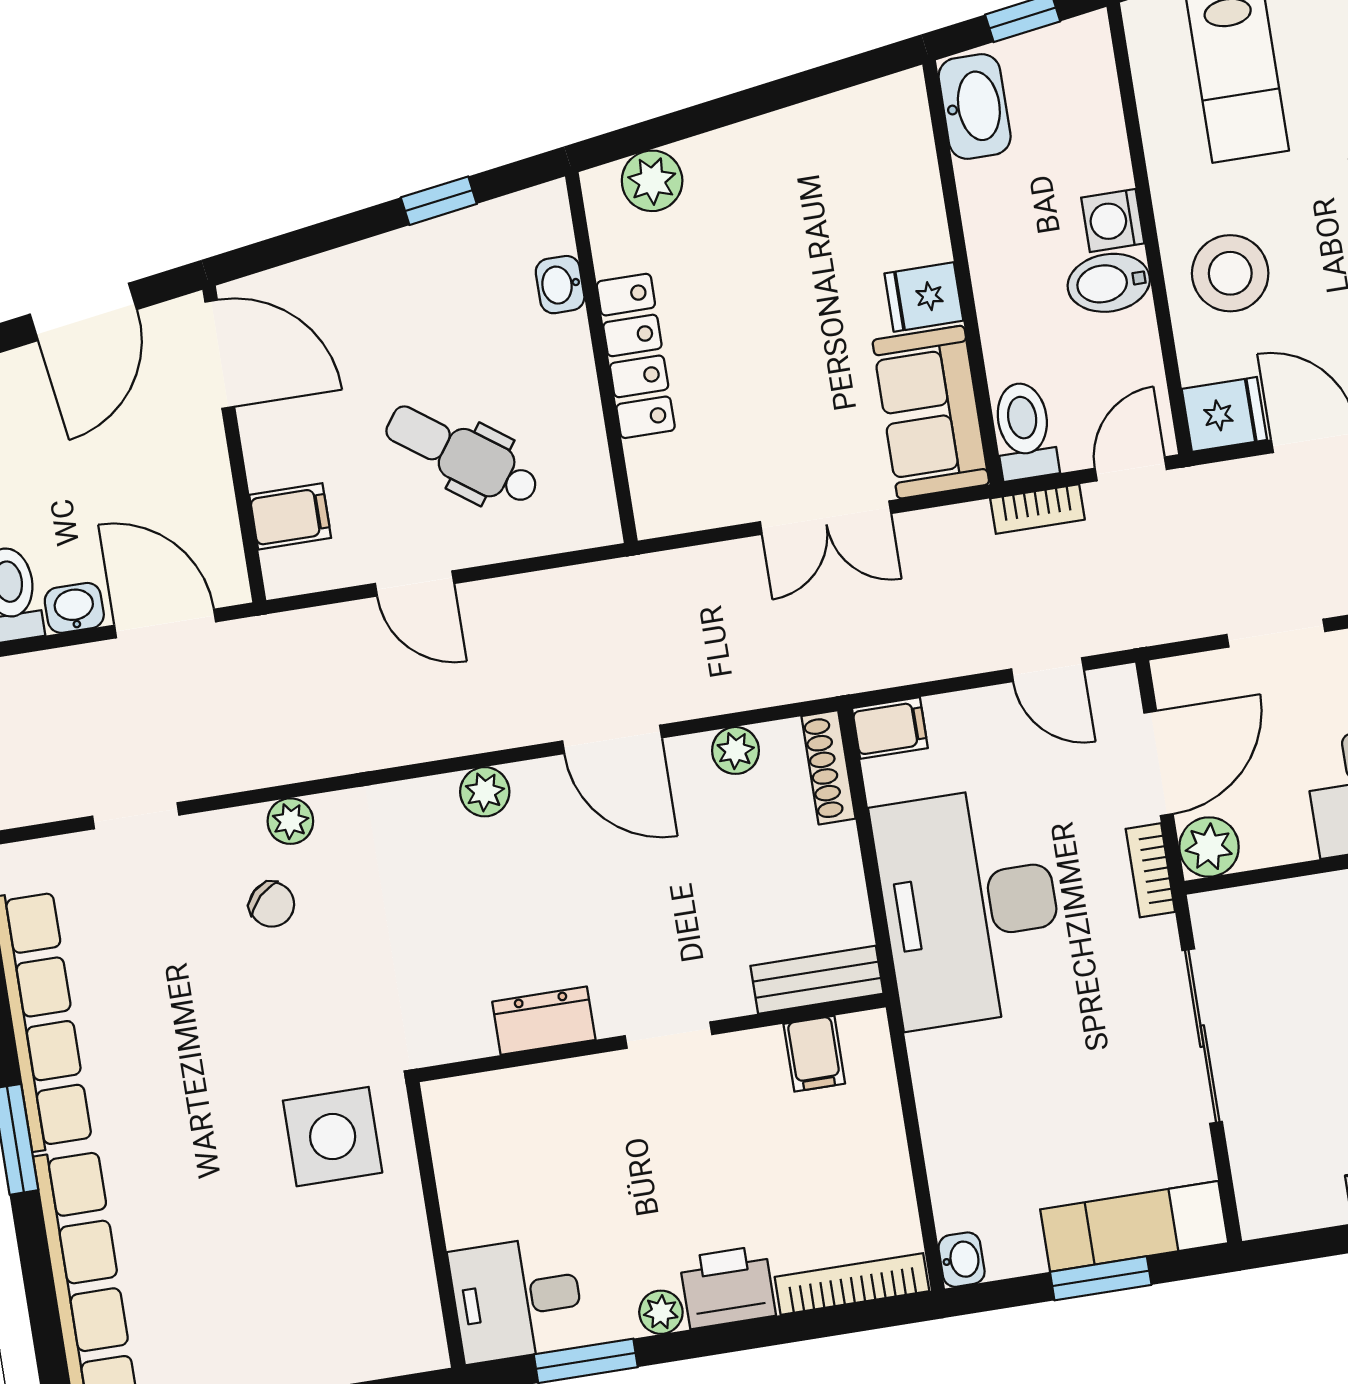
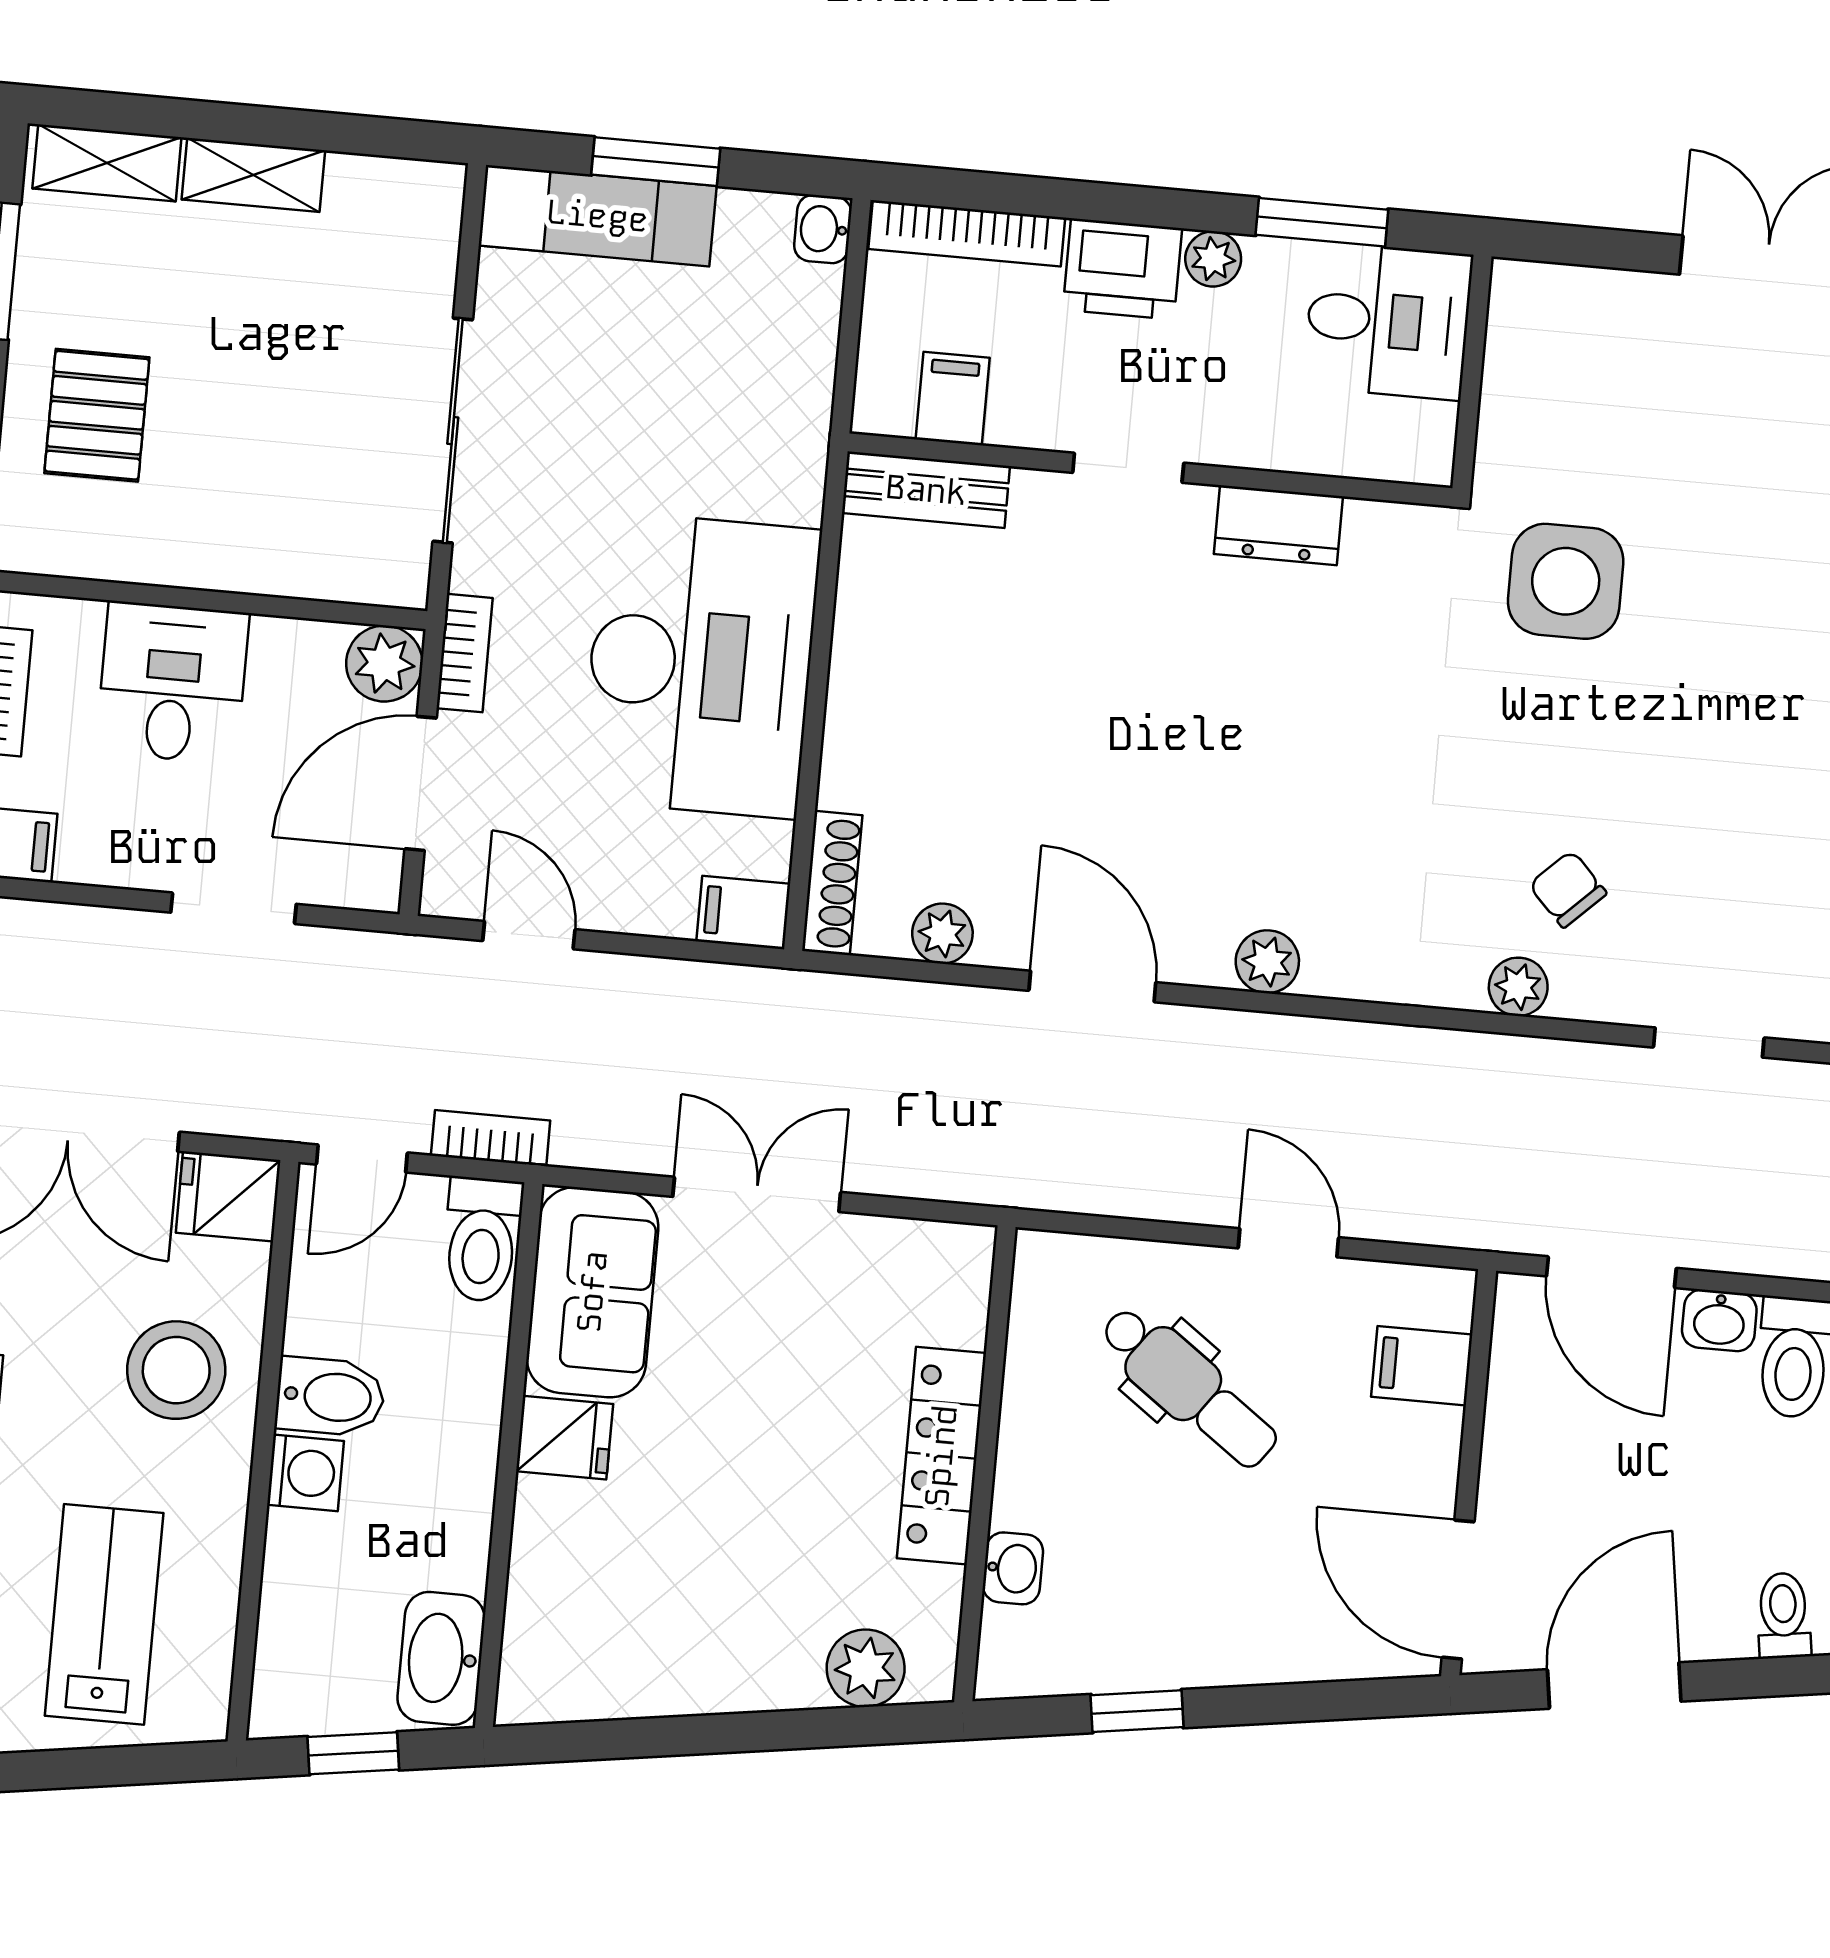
bench: (817, 980) -> (926, 490), moved
dresser: (544, 1021) -> (1278, 525), moved
doorway: (668, 1035) -> (1128, 468), moved
wall: (652, 1038) -> (1150, 470), moved
filing cabinet: (814, 1054) -> (953, 399), moved

